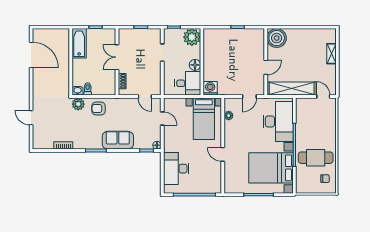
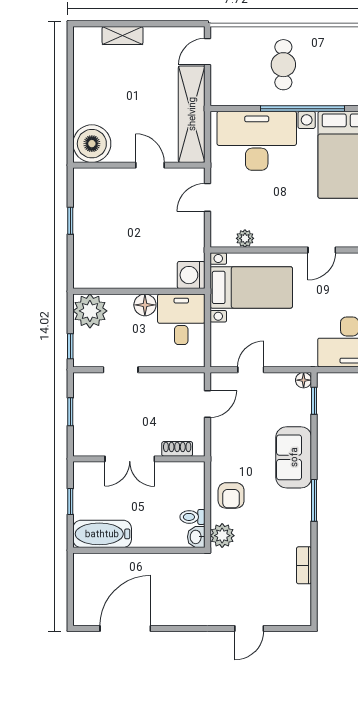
door: (249, 97) -> (207, 197), swing flipped
cafe table: (316, 158) -> (283, 65), moved, width x0.73, depth x0.74

